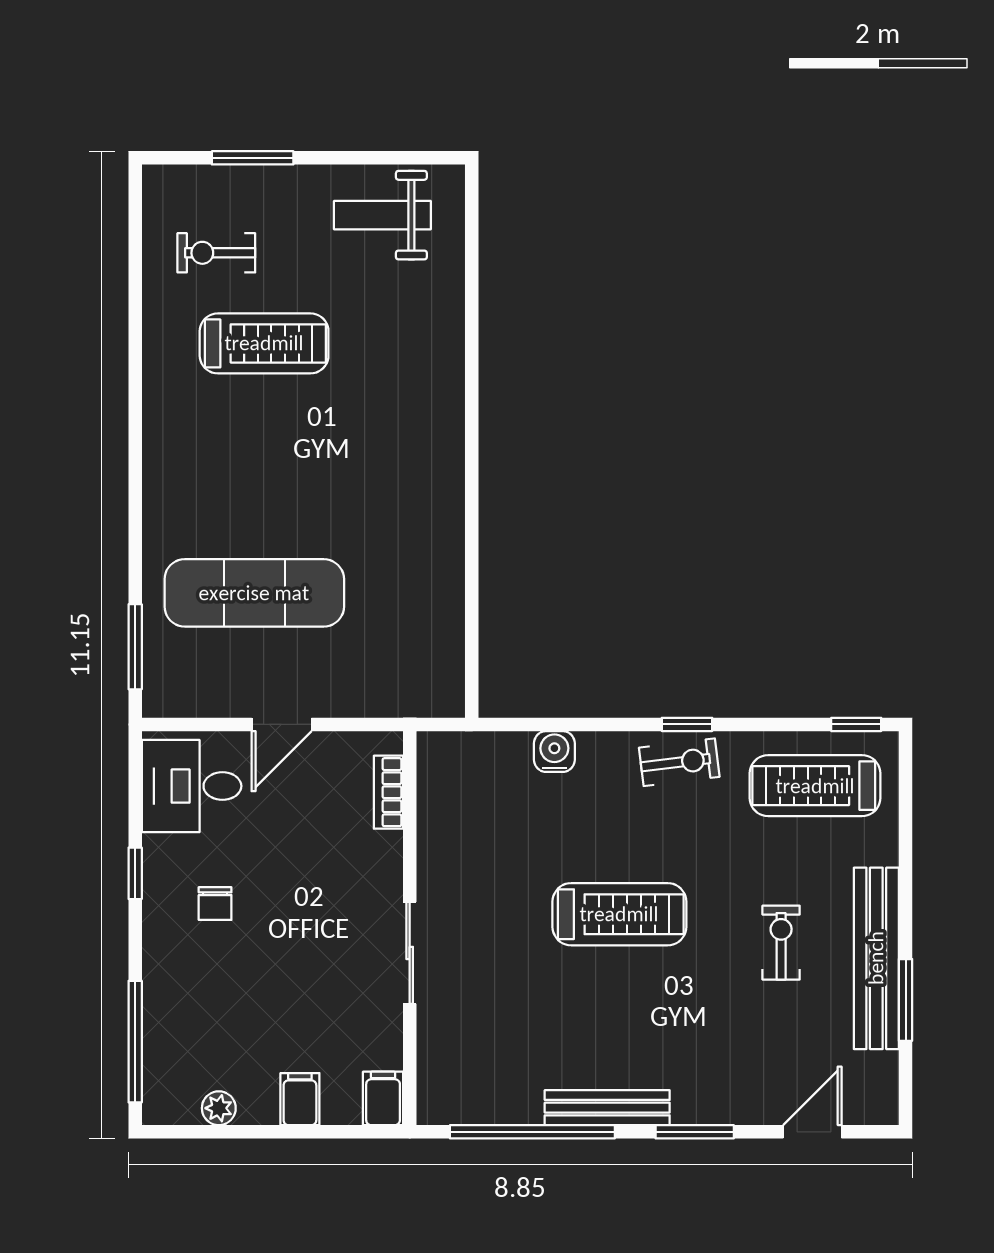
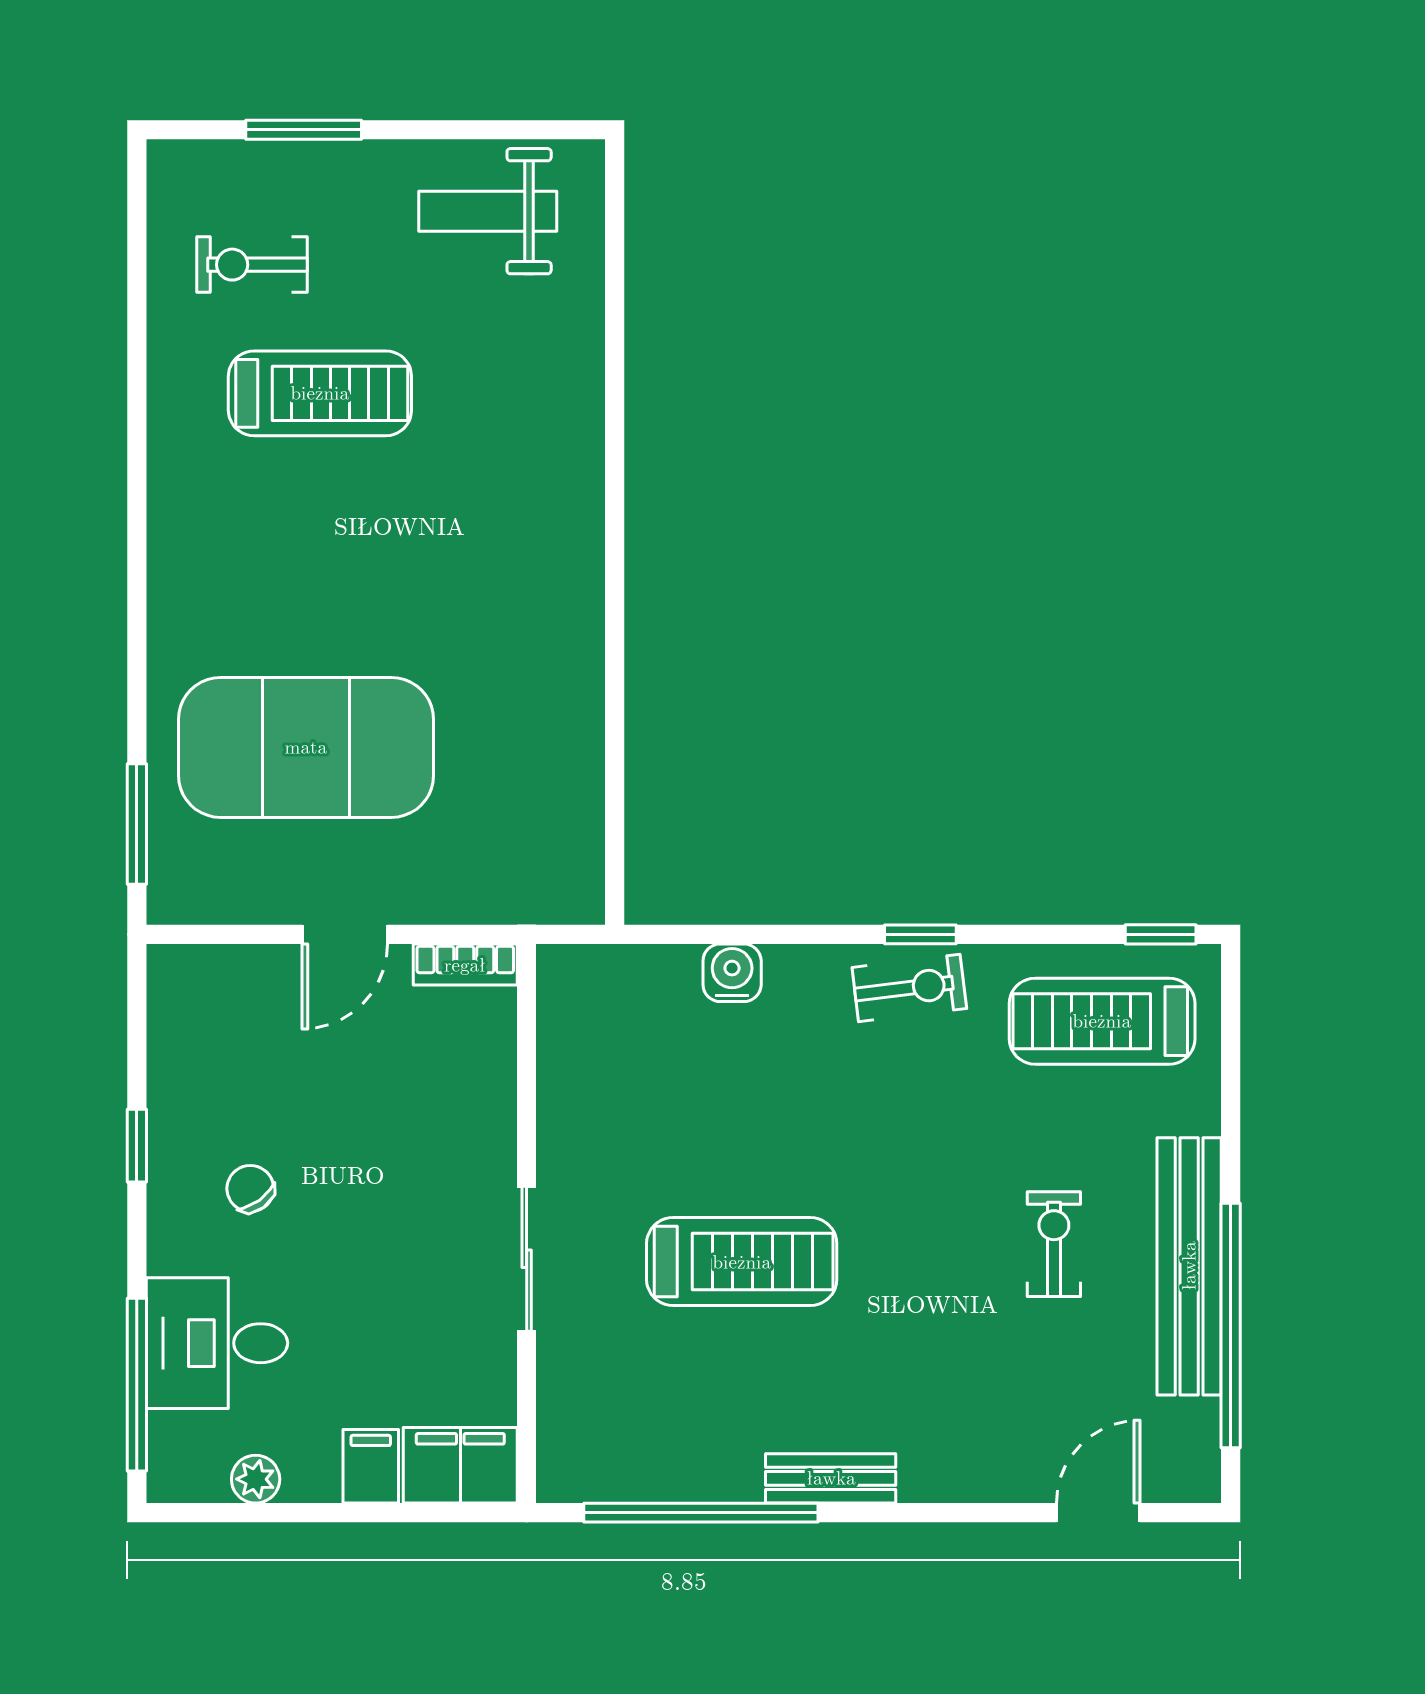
exercise mat: (254, 593) -> (306, 747), width x1.47
desk: (192, 786) -> (217, 1343), moved
bookcase: (388, 792) -> (465, 965), moved, turned -90
chair: (215, 904) -> (250, 1189), turned 144
treadmill: (619, 914) -> (742, 1262), moved
window: (906, 1000) -> (1231, 1325), width x2.11
filing cabinet: (383, 1098) -> (460, 1465), width x2.00
bench: (607, 1108) -> (831, 1478), width x0.73
window: (695, 1132) -> (931, 1513), removed

